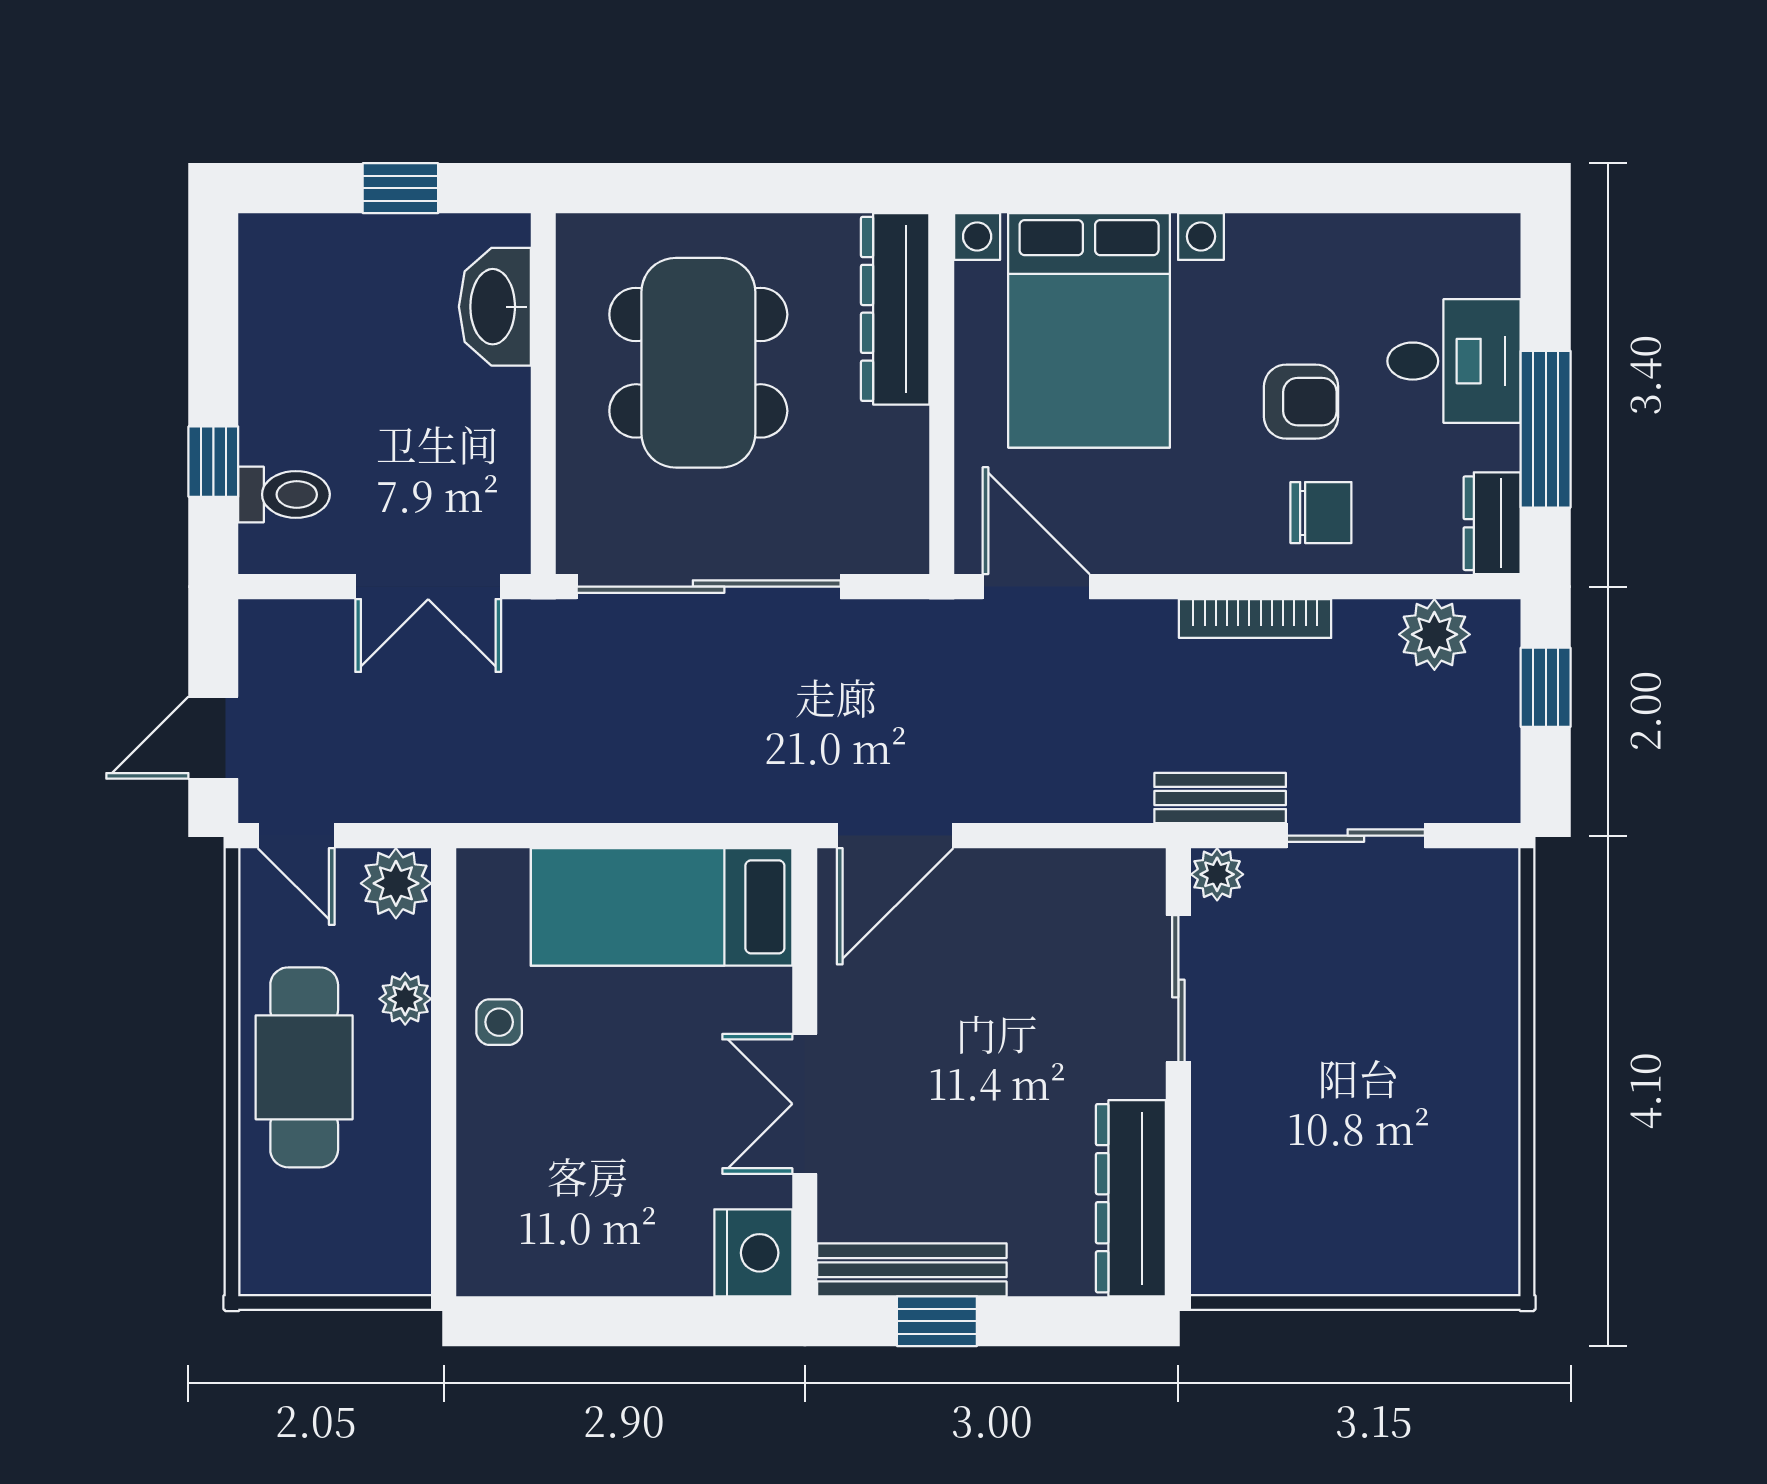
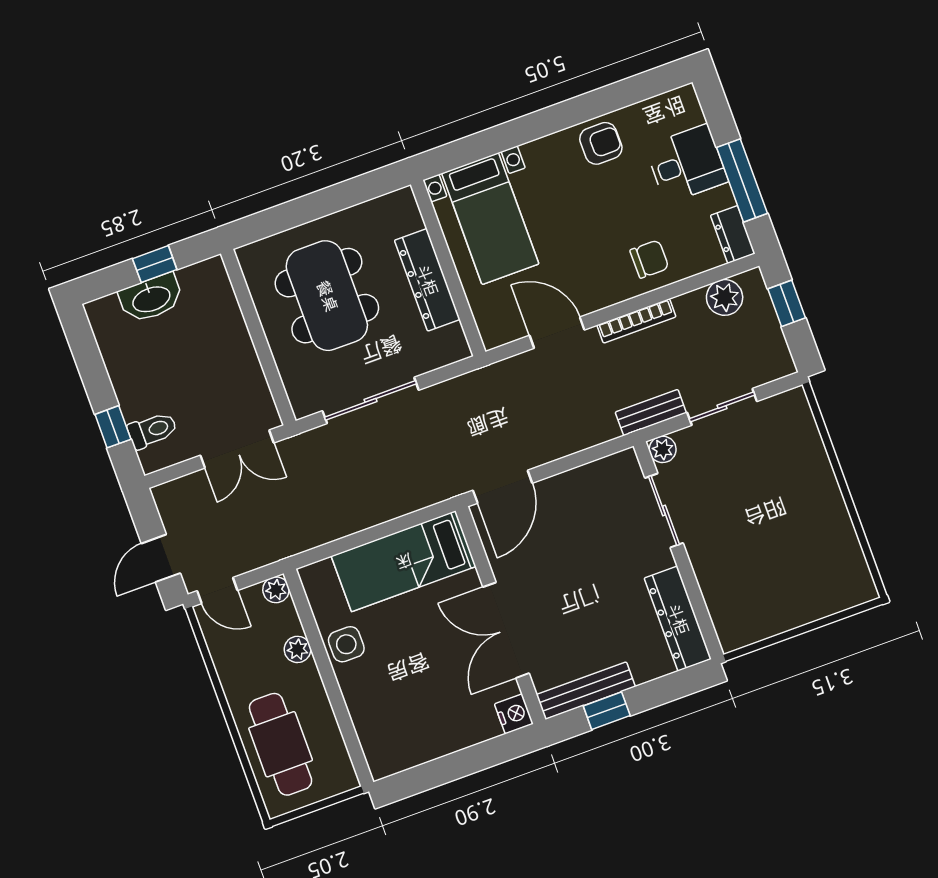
washbasin: (495, 307) -> (151, 298), moved, turned -90
dresser: (895, 309) -> (427, 280), moved
bed with nightstands: (1089, 330) -> (490, 219), width x0.73
armchair: (1301, 402) -> (601, 143), moved
sliding door: (709, 587) -> (371, 400), width x0.73
door: (1036, 587) -> (557, 333), moved
plant: (396, 883) -> (276, 590), width x0.73, depth x0.73
side table: (499, 1022) -> (346, 644), width x1.37, depth x1.37
cafe table: (304, 1067) -> (281, 744), moved
double door: (805, 1104) -> (506, 630), width x1.37
nightstand: (753, 1253) -> (514, 714), width x0.74, depth x0.75

